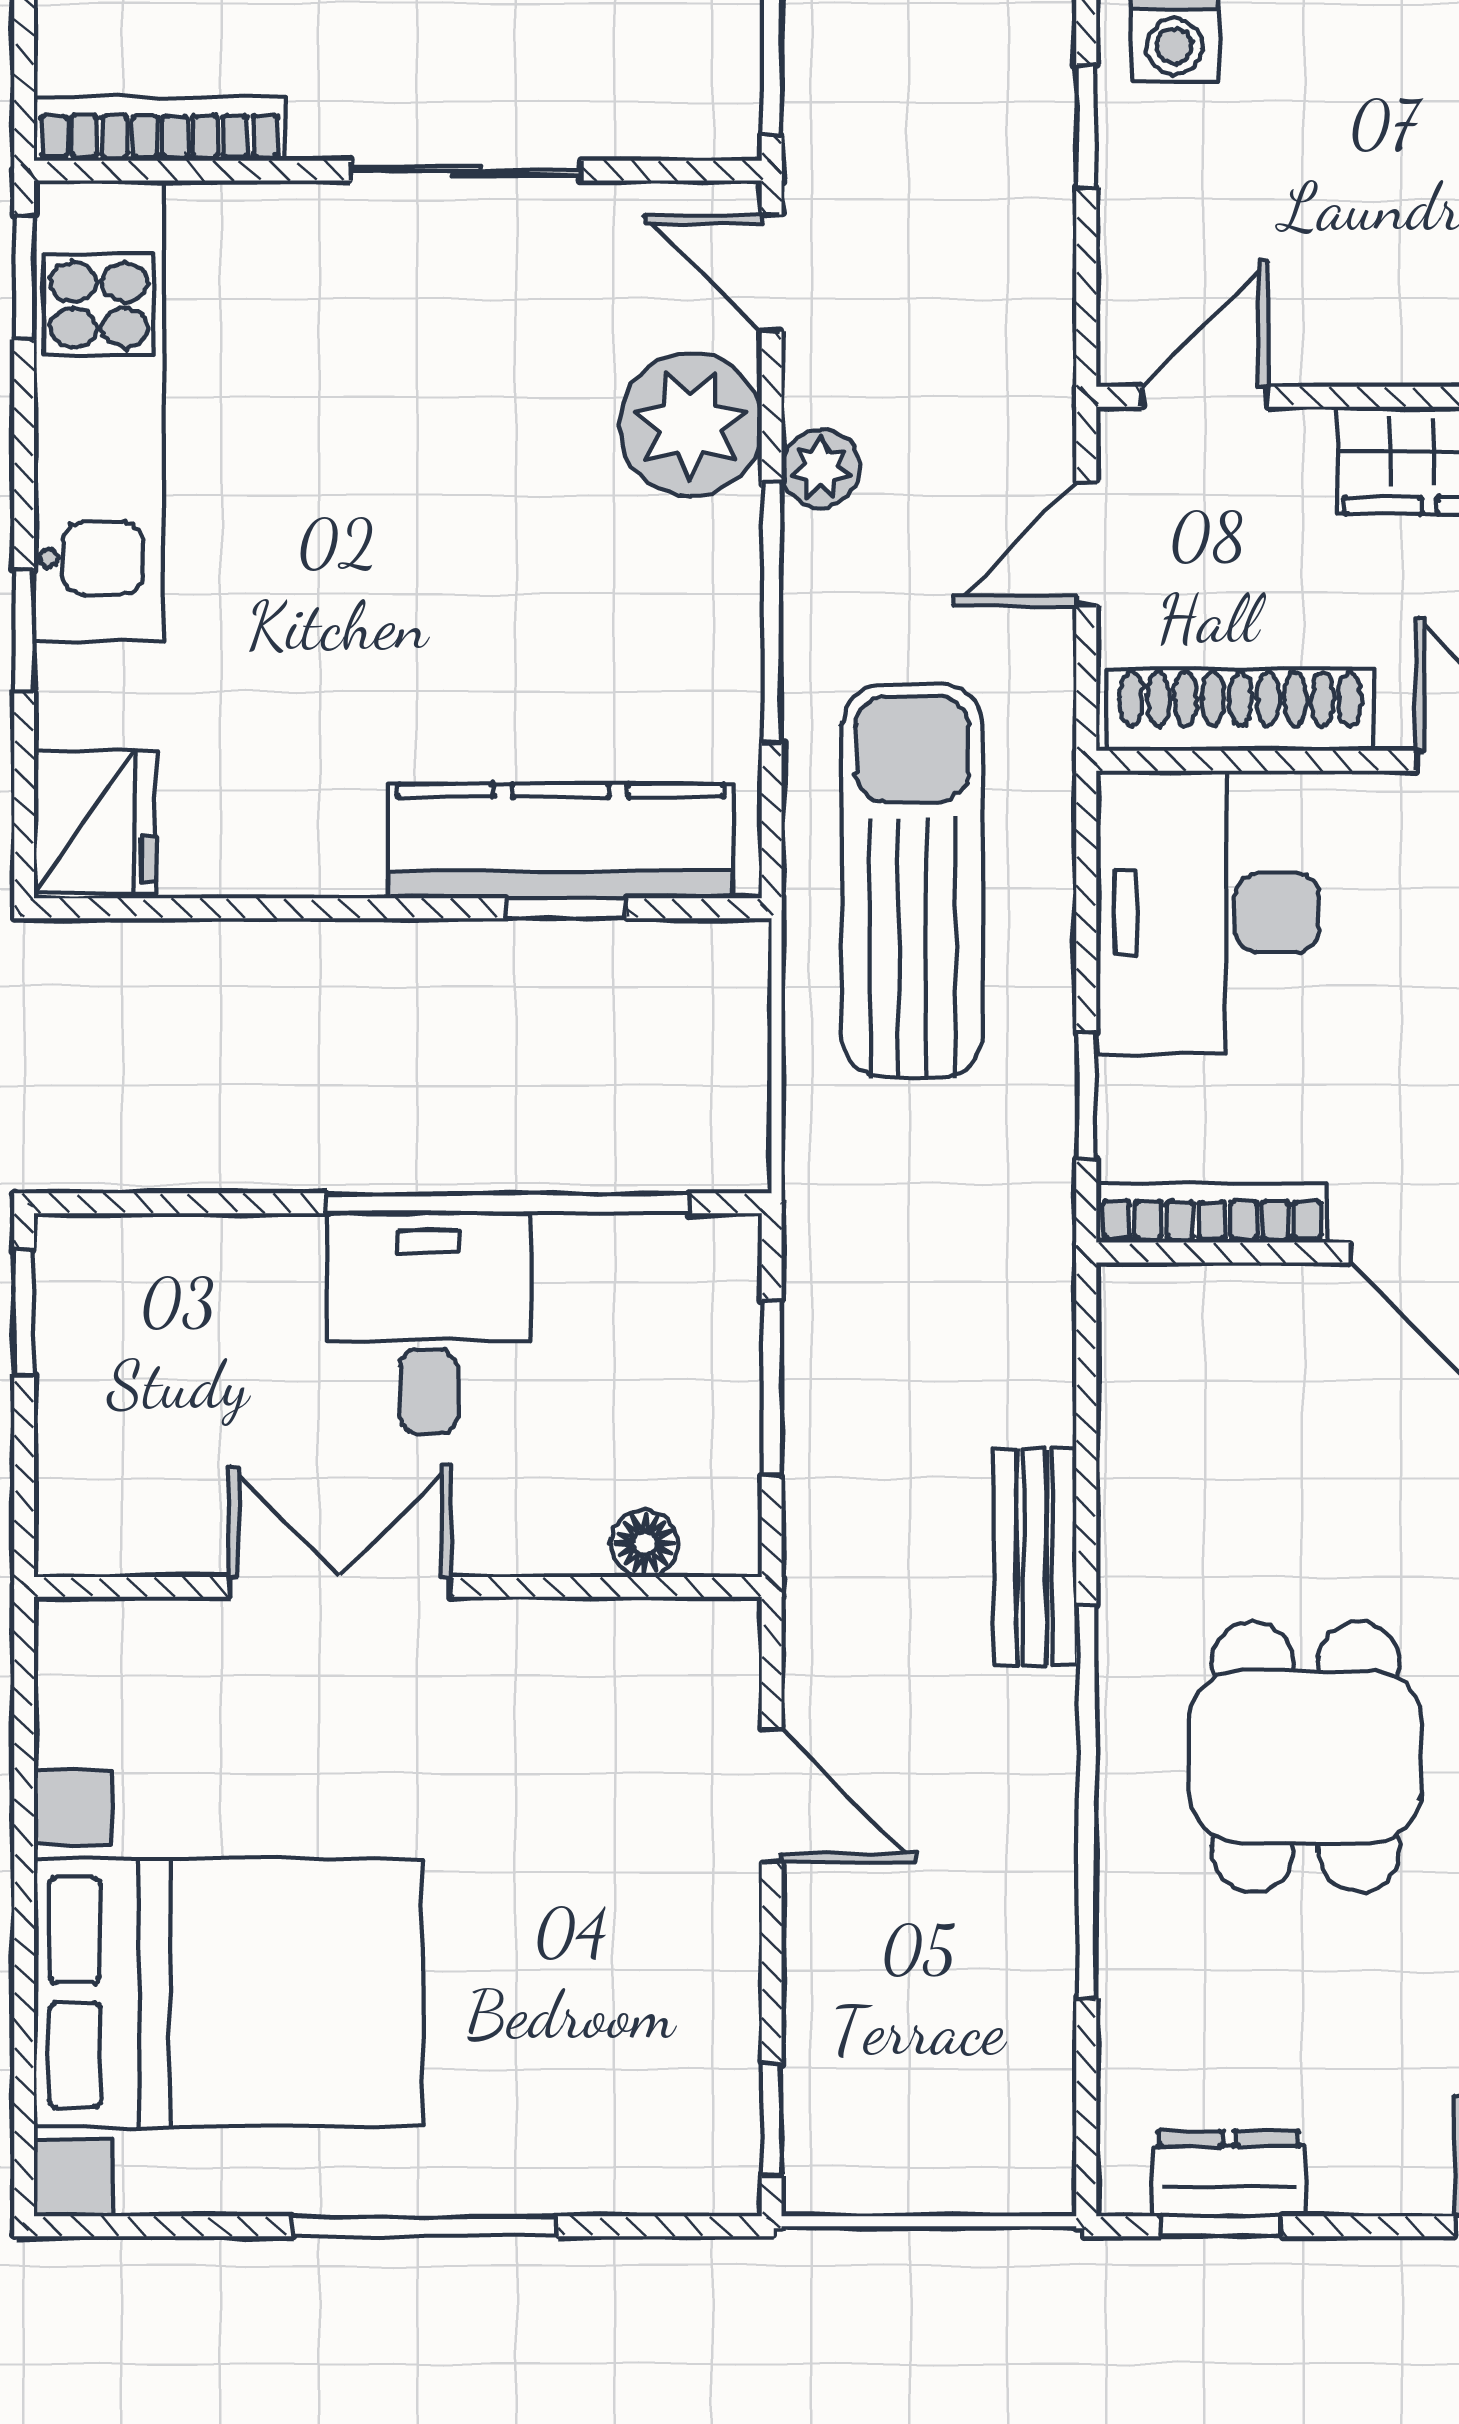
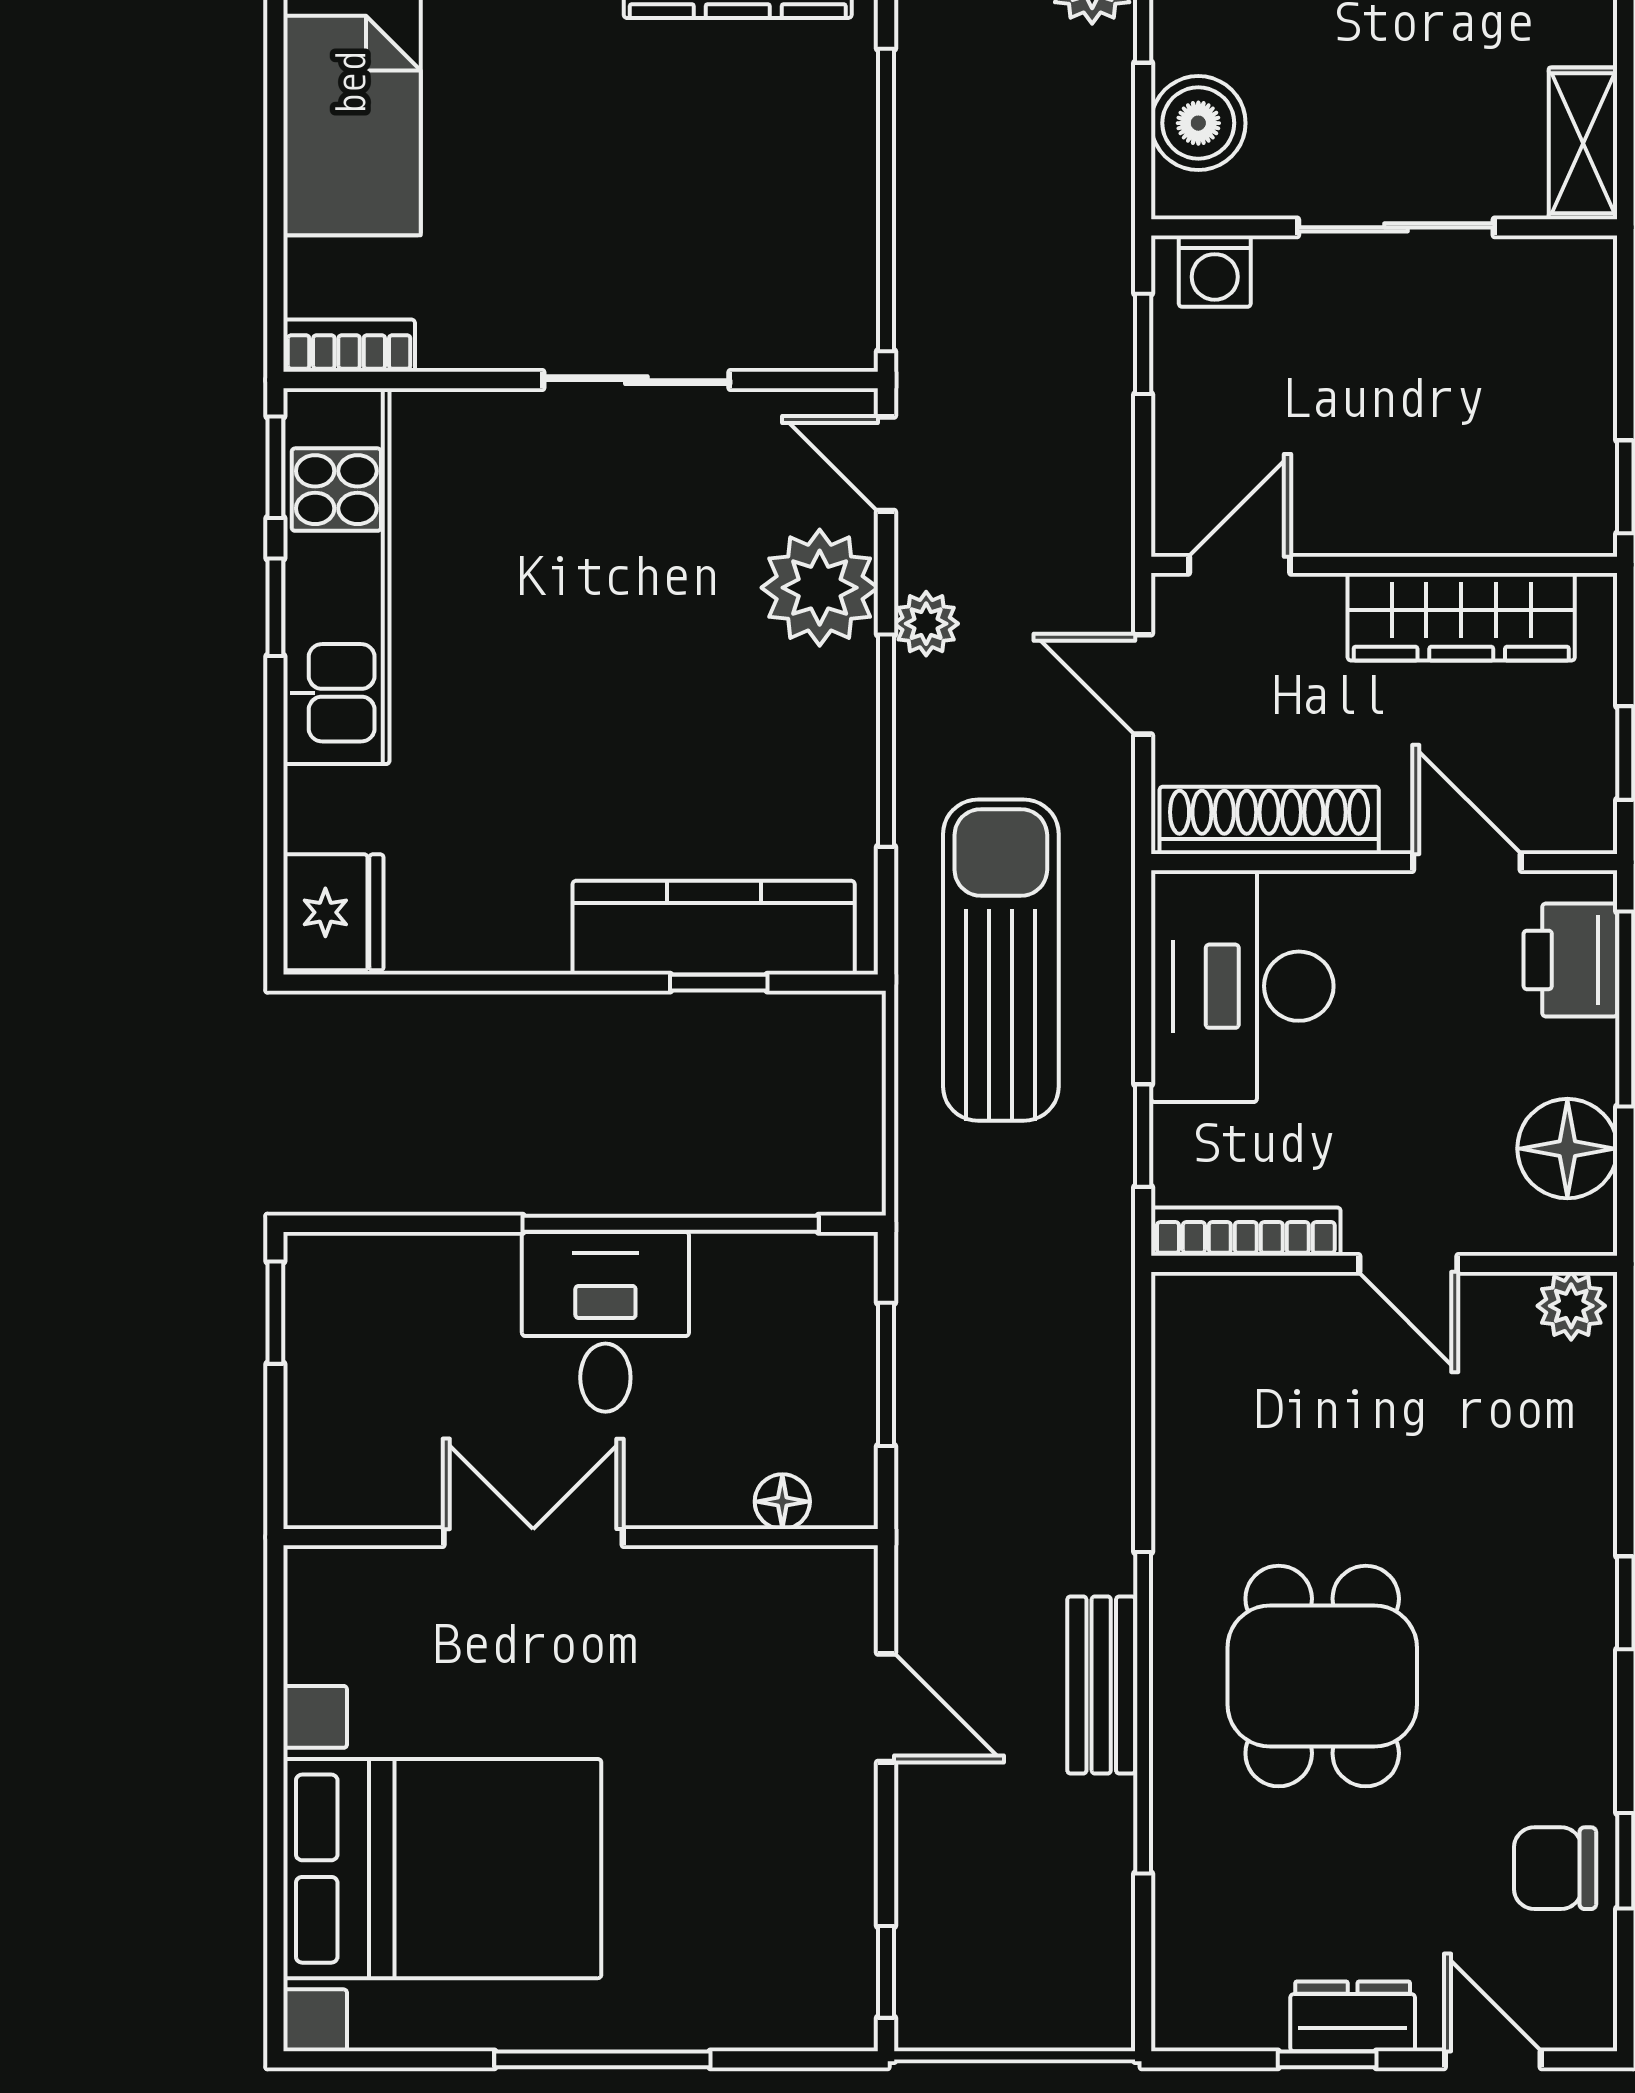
bookcase: (160, 129) -> (349, 346), width x0.64
door: (1086, 543) -> (1143, 684), hinge flipped
window: (24, 630) -> (275, 607), moved
bench: (1035, 1557) -> (1101, 1685), moved
dresser: (1229, 2173) -> (1353, 2016), moved
window: (1221, 2226) -> (1327, 2059), moved

